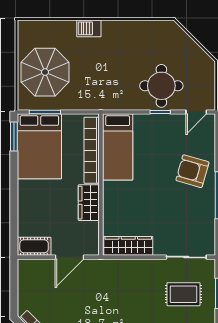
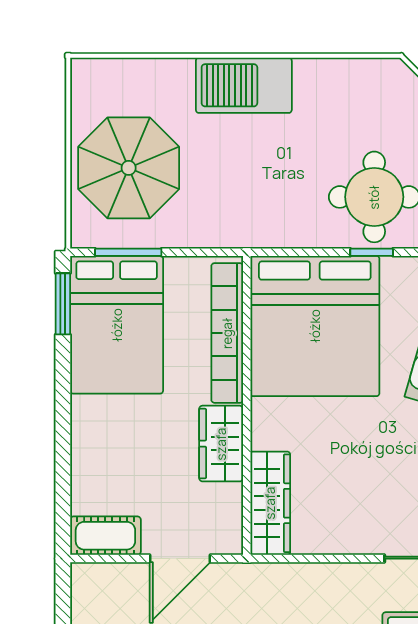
barbecue: (89, 28) -> (244, 85), width x1.88, depth x1.53
bed: (118, 147) -> (315, 326), width x2.04
wardrobe: (128, 246) -> (270, 503), moved, turned 90

